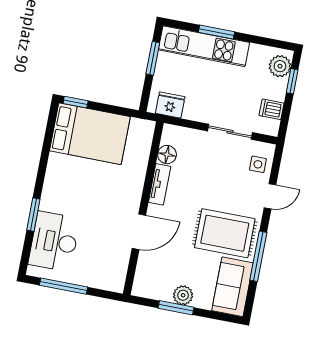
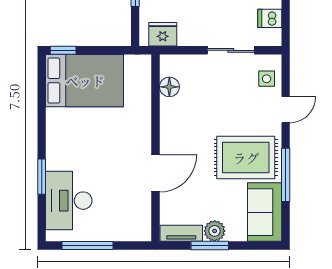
tv unit: (160, 184) -> (181, 233), moved, turned -90

